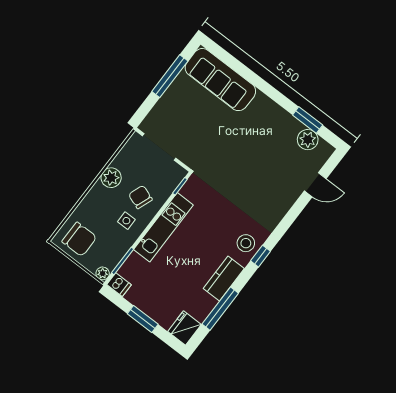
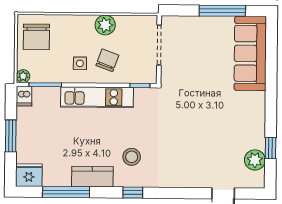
window: (308, 120) -> (270, 148), width x0.67
stool: (246, 243) -> (132, 157), moved

